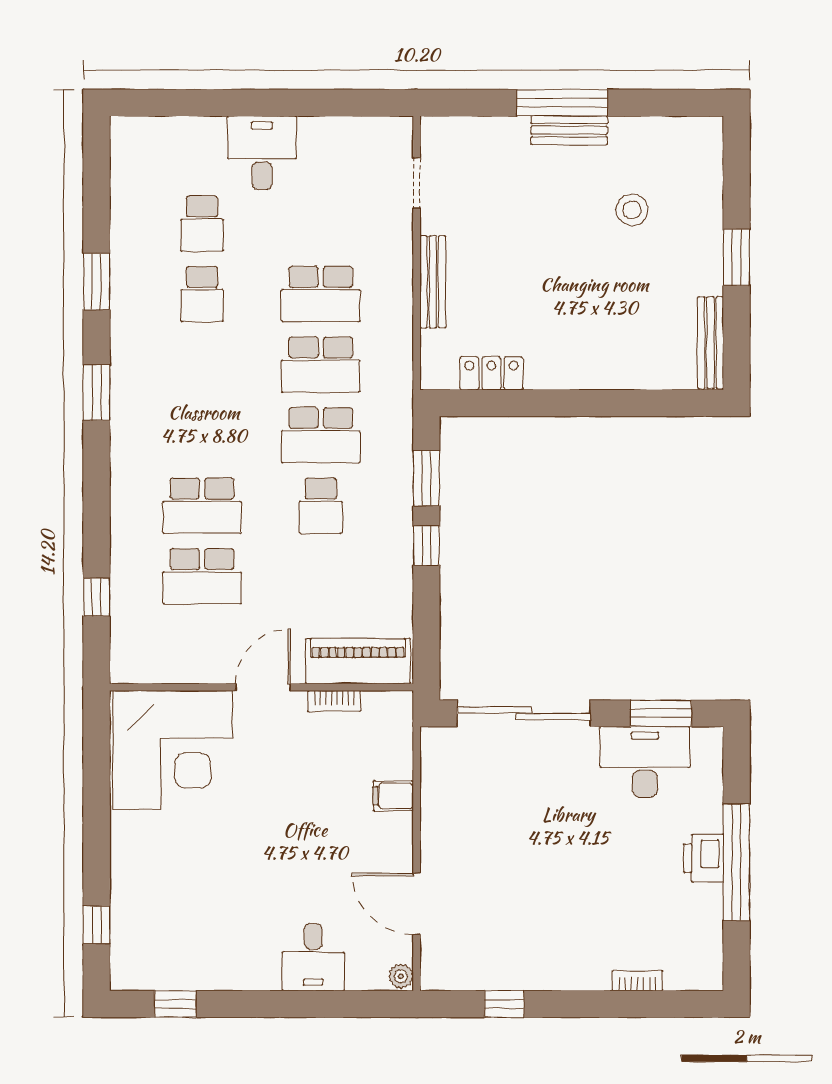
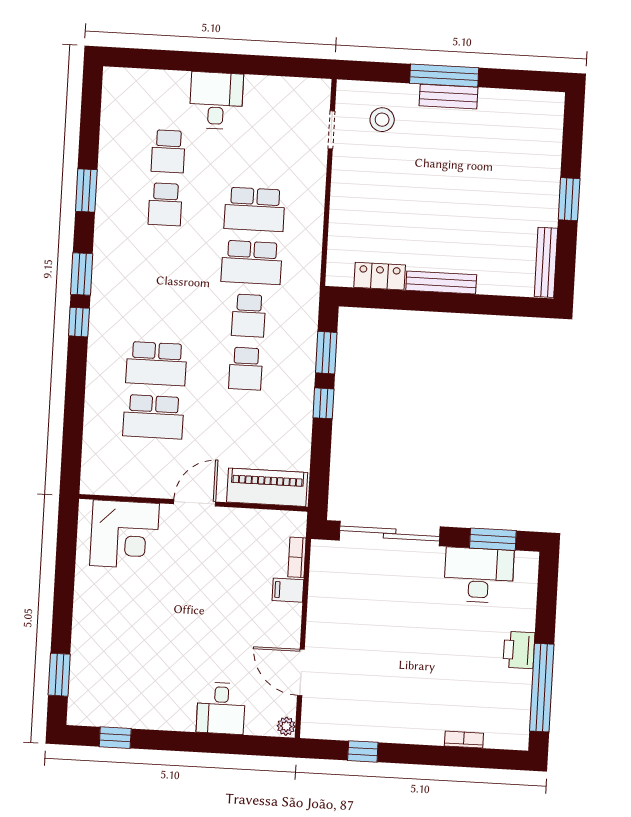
stool: (632, 210) -> (382, 120), moved
bench: (433, 282) -> (441, 283), moved, turned 90
school desk: (321, 435) -> (249, 316), width x0.54
window: (97, 597) -> (79, 322), moved
bookcase: (334, 701) -> (297, 557), moved, turned 90
corner desk: (173, 750) -> (124, 534), width x0.74, depth x0.74
window: (737, 862) -> (542, 688), moved
window: (97, 925) -> (59, 675), width x1.50

